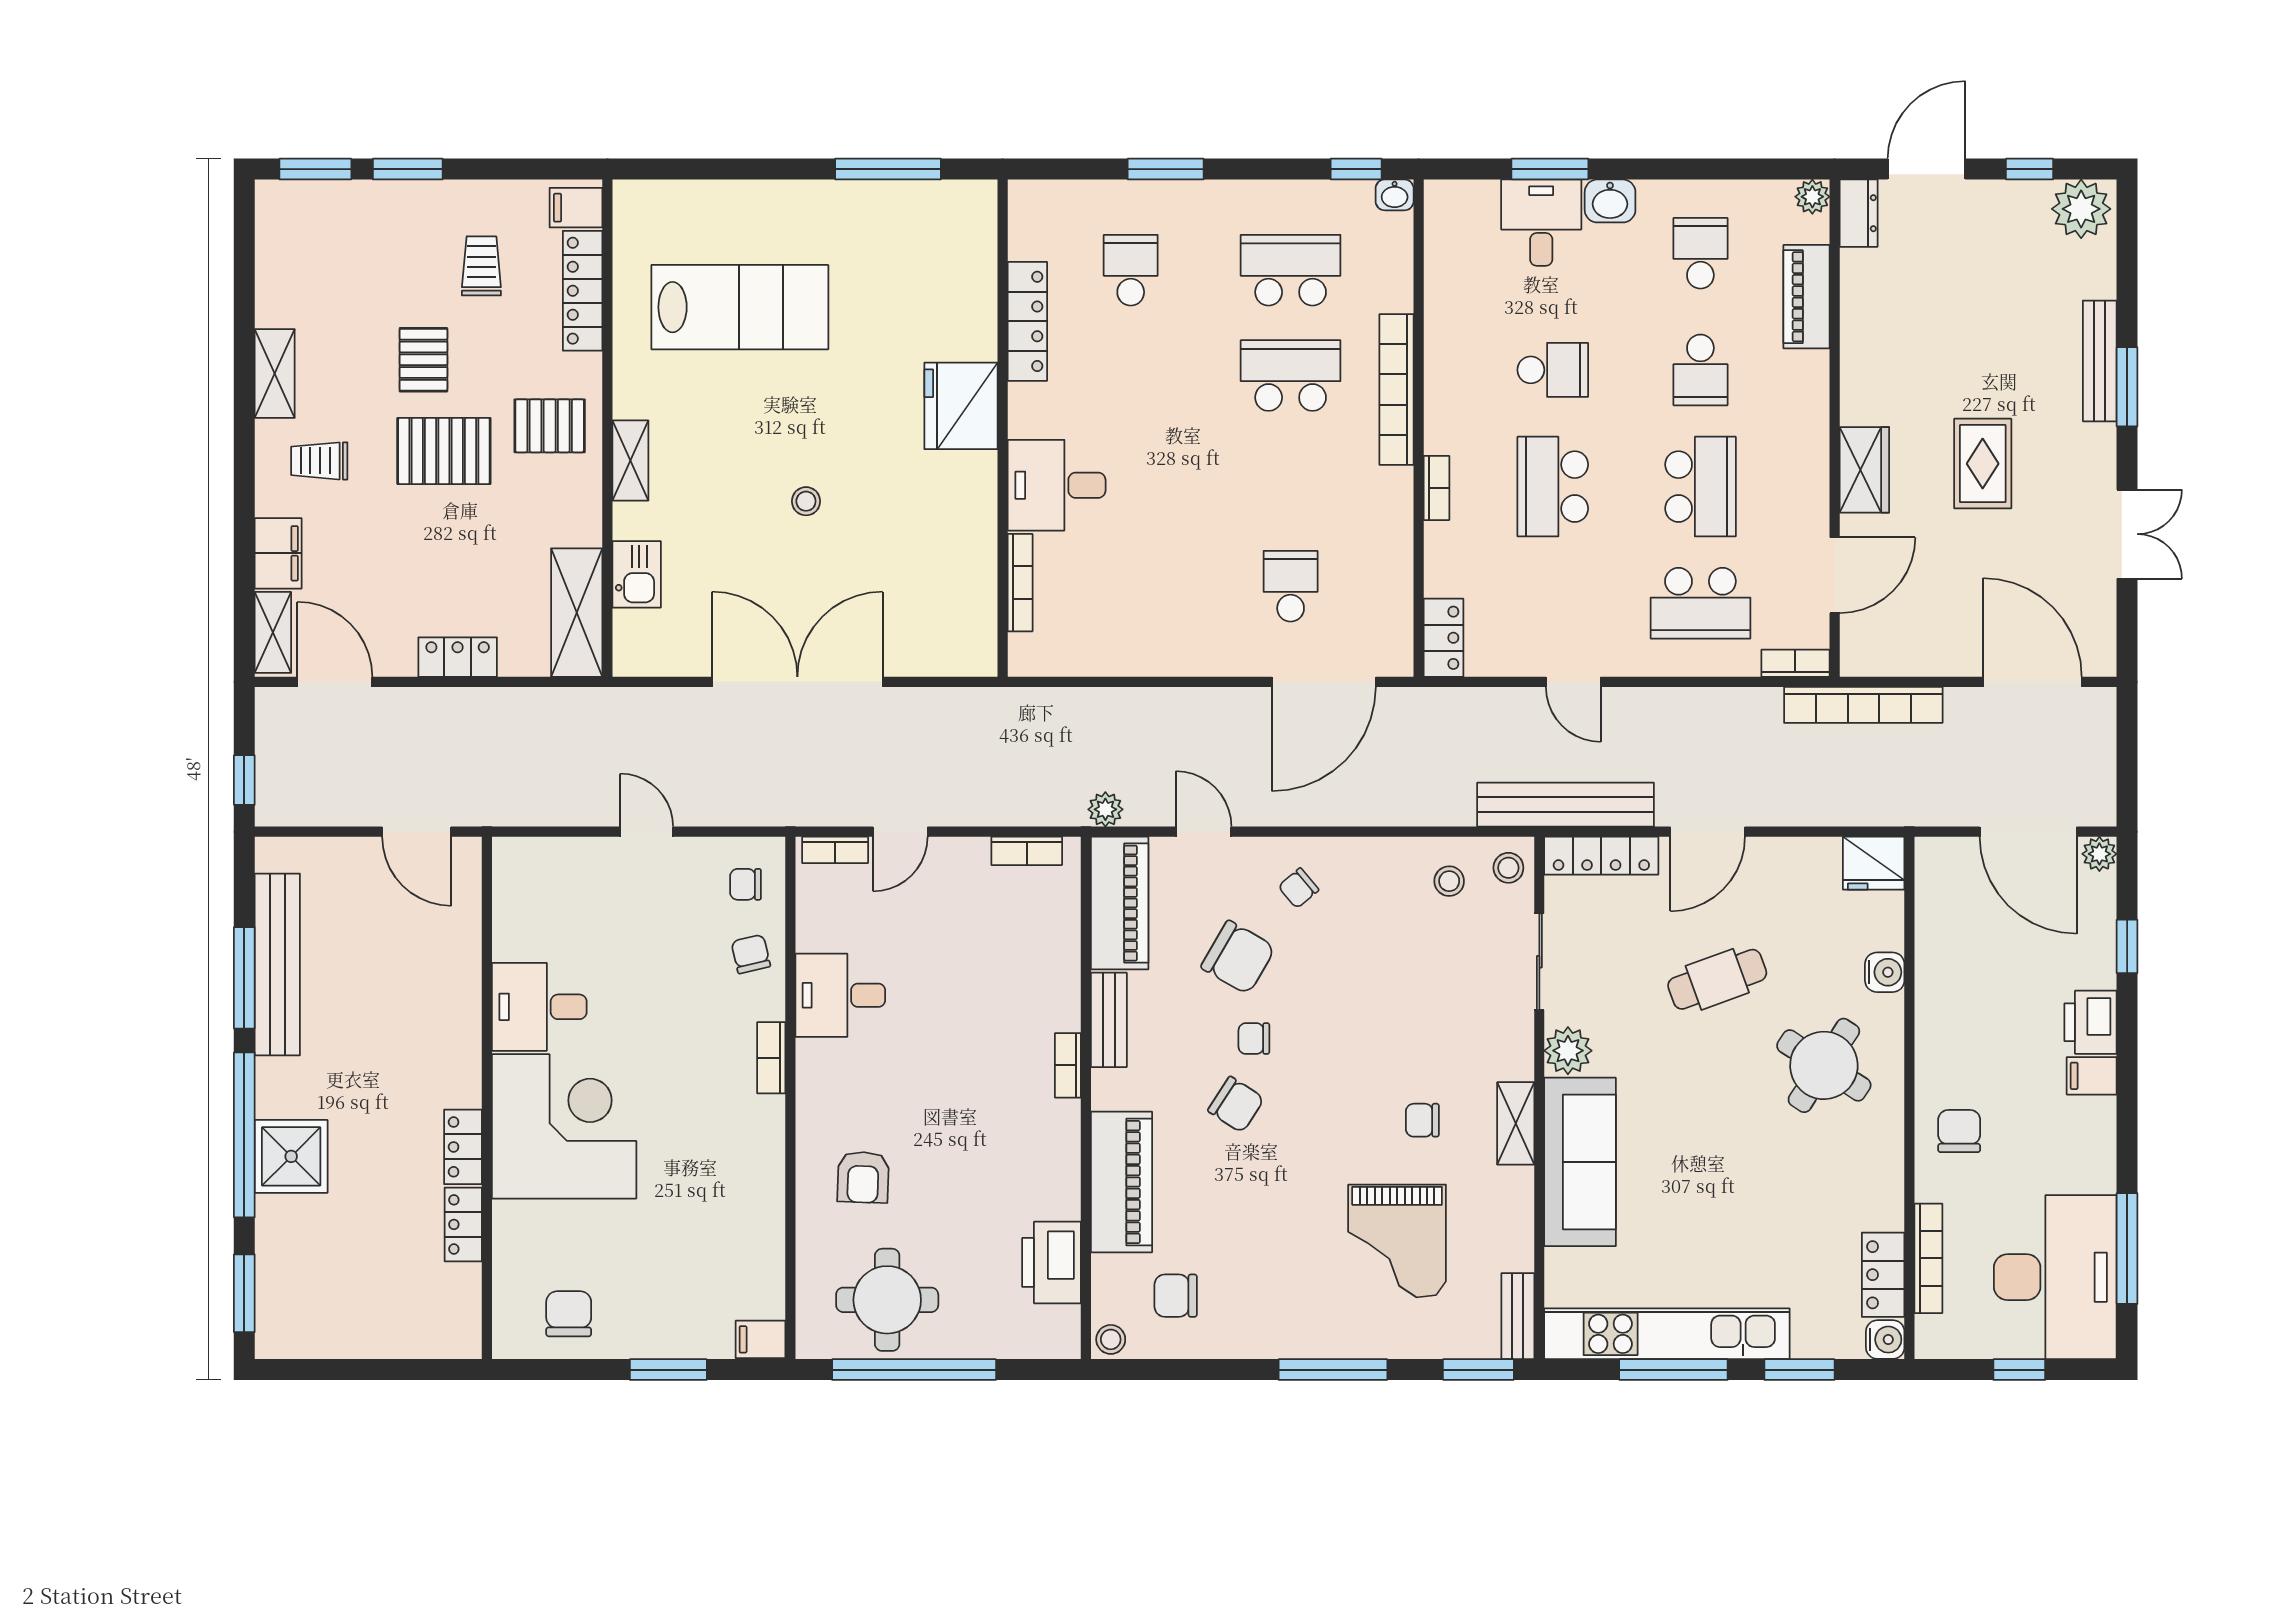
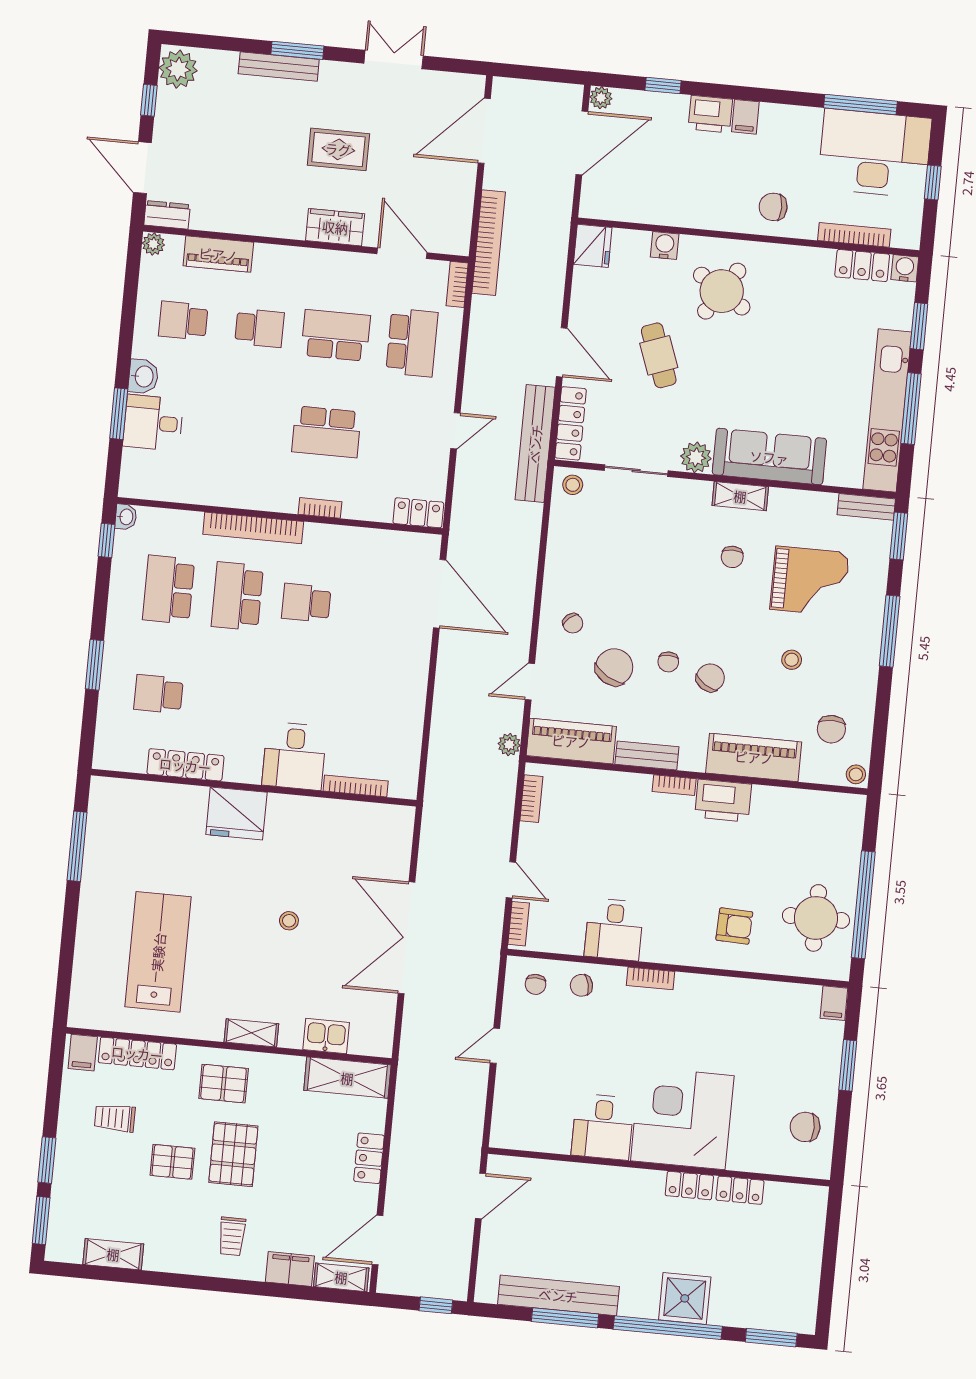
school desk: (1553, 370) -> (250, 425), removed
shelving: (275, 374) -> (113, 1254), moved
pallet: (550, 426) -> (224, 1084), turned 90
school desk: (1291, 586) -> (306, 603), moved
stool: (1449, 881) -> (792, 660), moved
printer: (1052, 1262) -> (723, 801), moved

